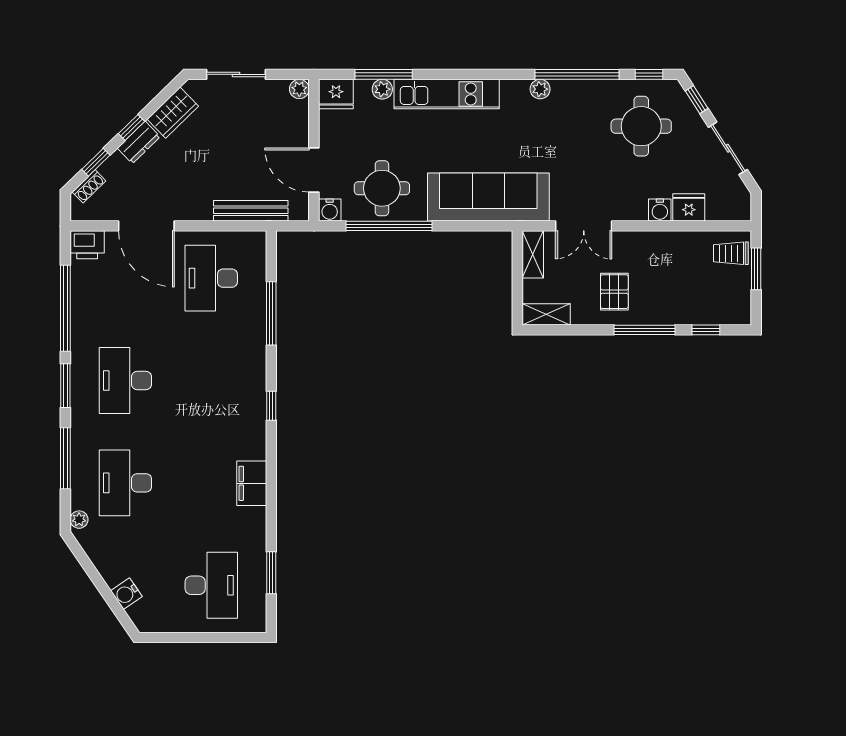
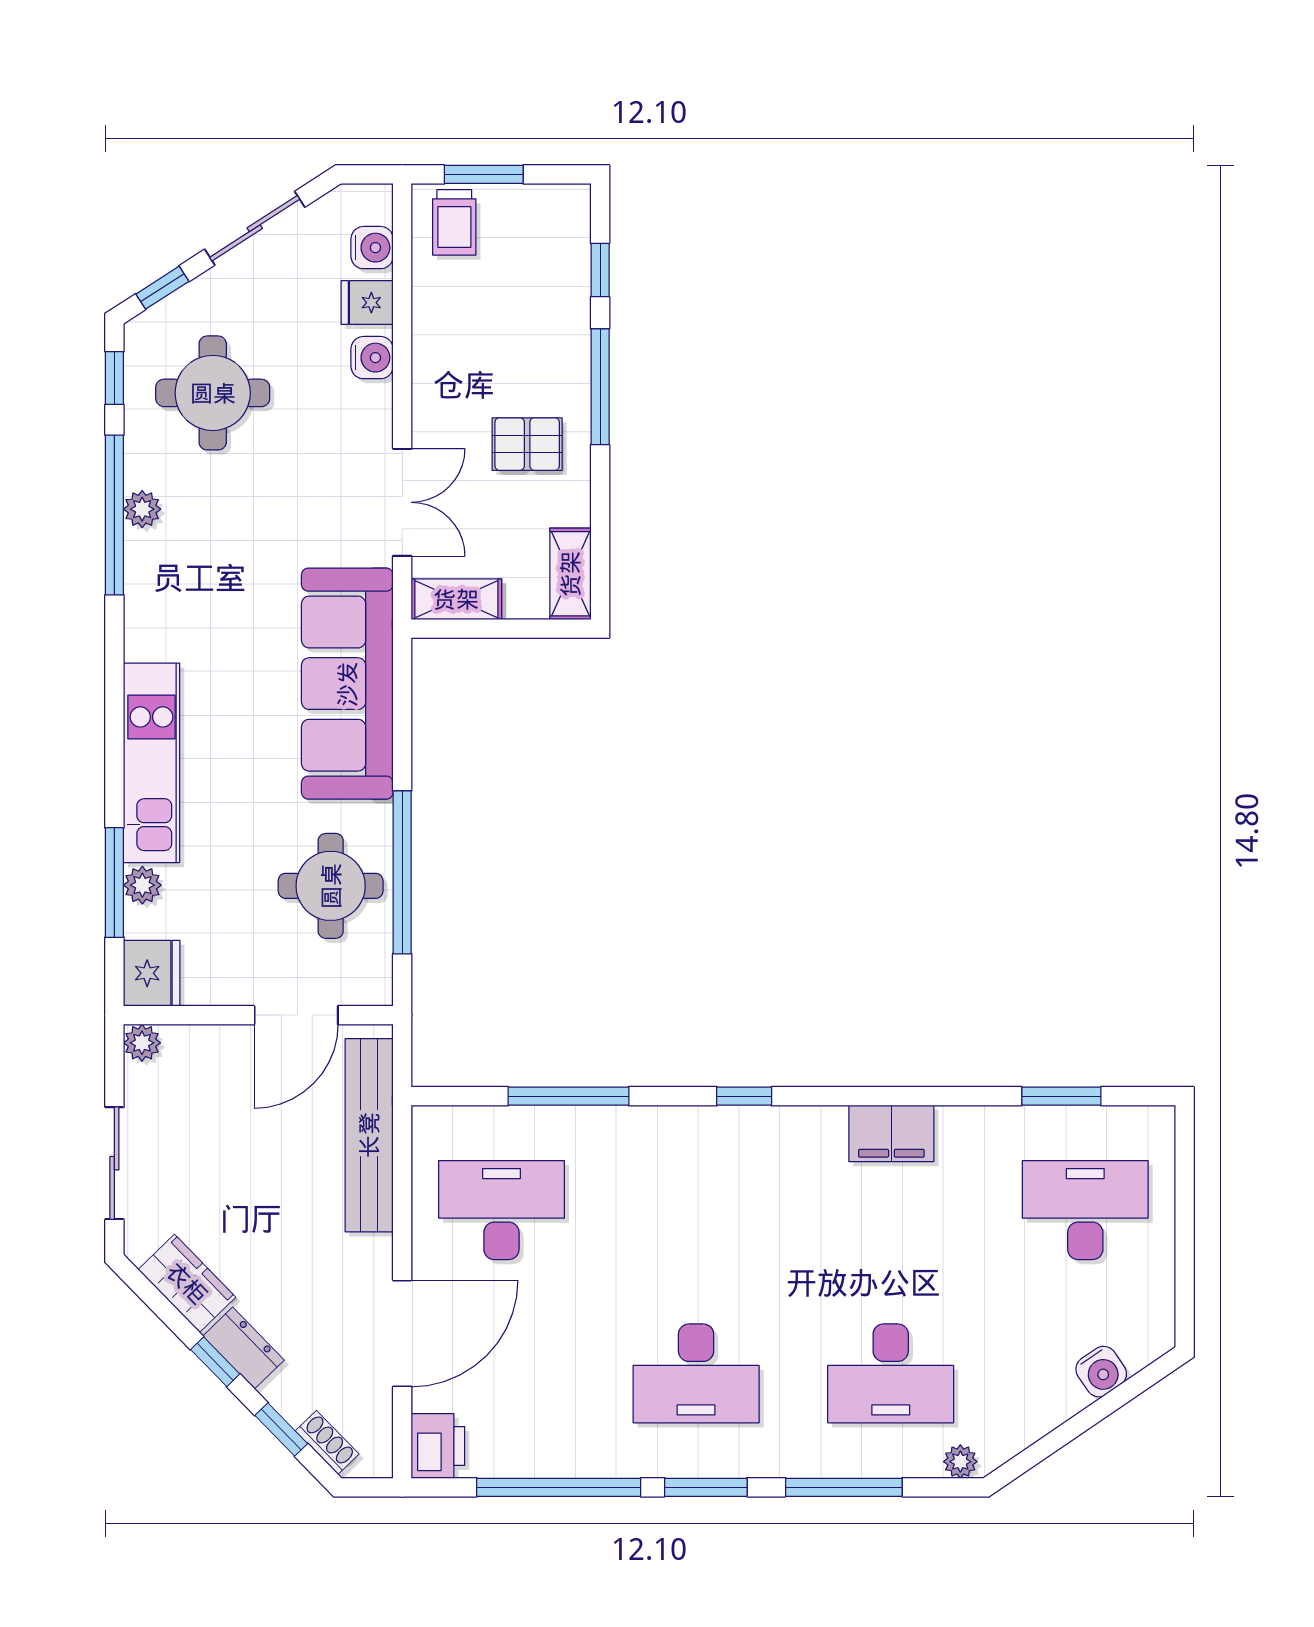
plant: (540, 89) -> (142, 509), moved
fridge: (689, 207) -> (367, 303), width x0.72
water cooler: (330, 210) -> (372, 248), moved
bench: (251, 211) -> (369, 1135), width x1.37, depth x1.21
desk: (211, 278) -> (501, 1210), turned 180

